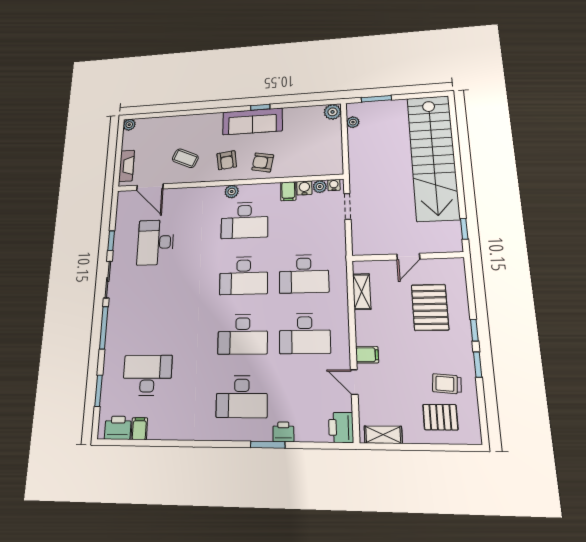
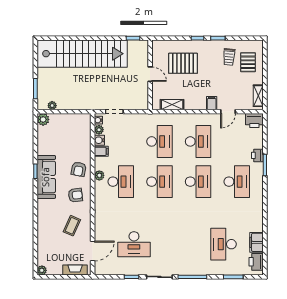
plant: (232, 192) -> (99, 175), moved
filing cabinet: (139, 429) -> (256, 242), width x2.00

